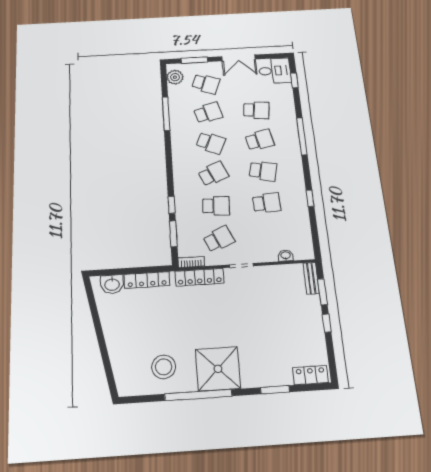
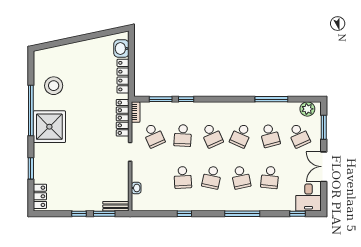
school desk: (206, 84) -> (299, 136), turned -45

